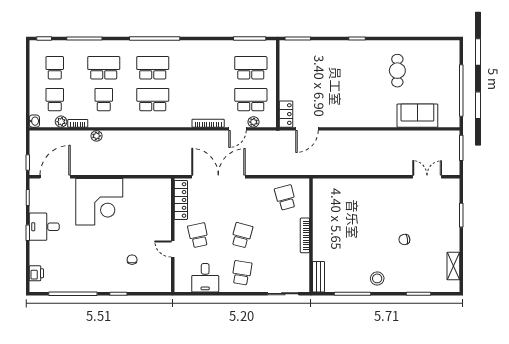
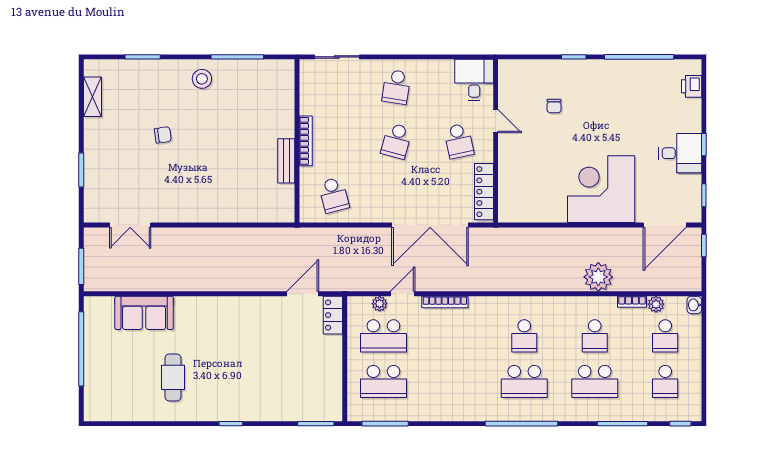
school desk: (153, 100) -> (524, 336), width x0.54
plant: (97, 136) -> (598, 277), width x1.87, depth x1.87
bench: (318, 277) -> (286, 161), moved
desk: (205, 278) -> (474, 80), moved

